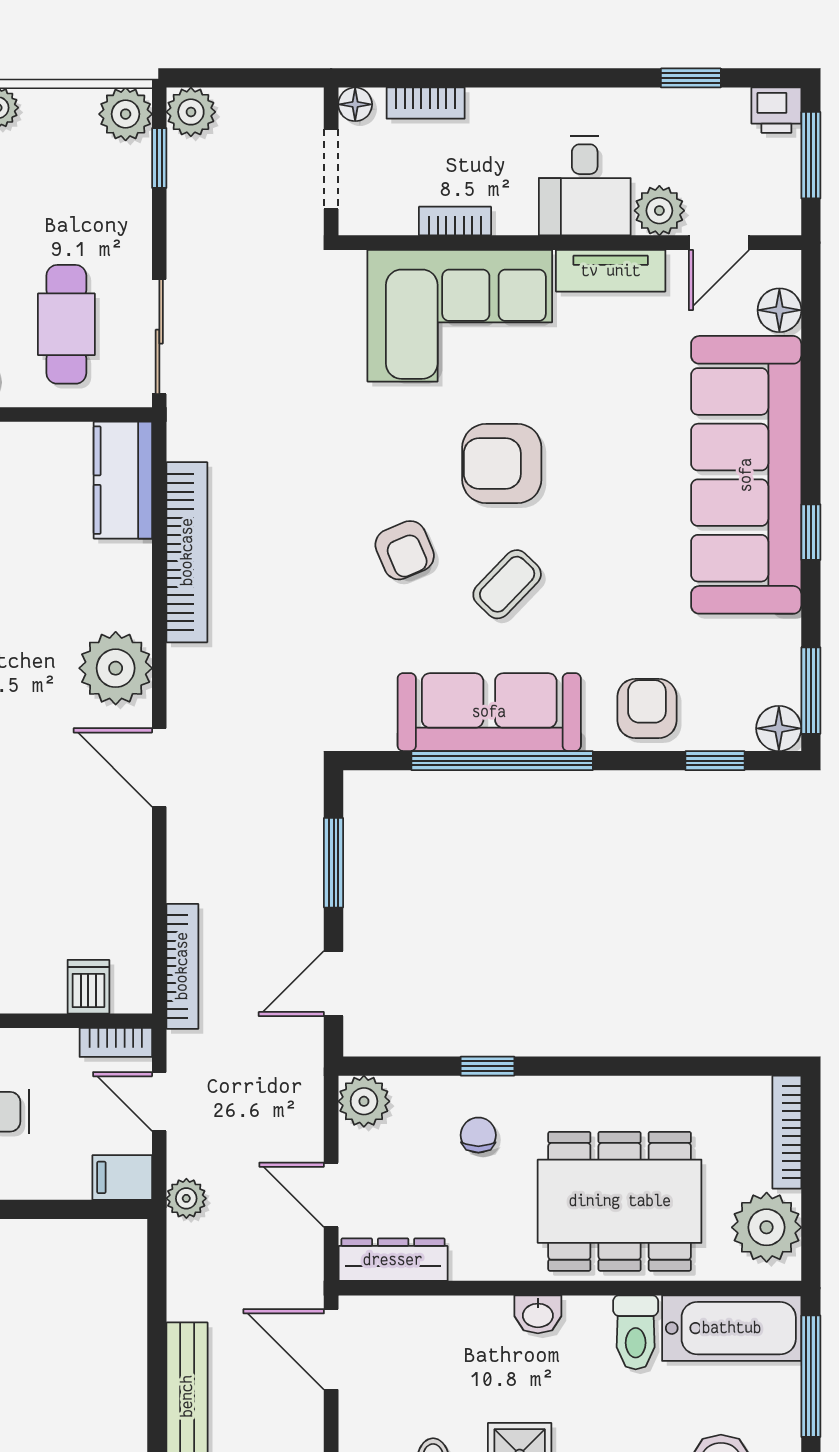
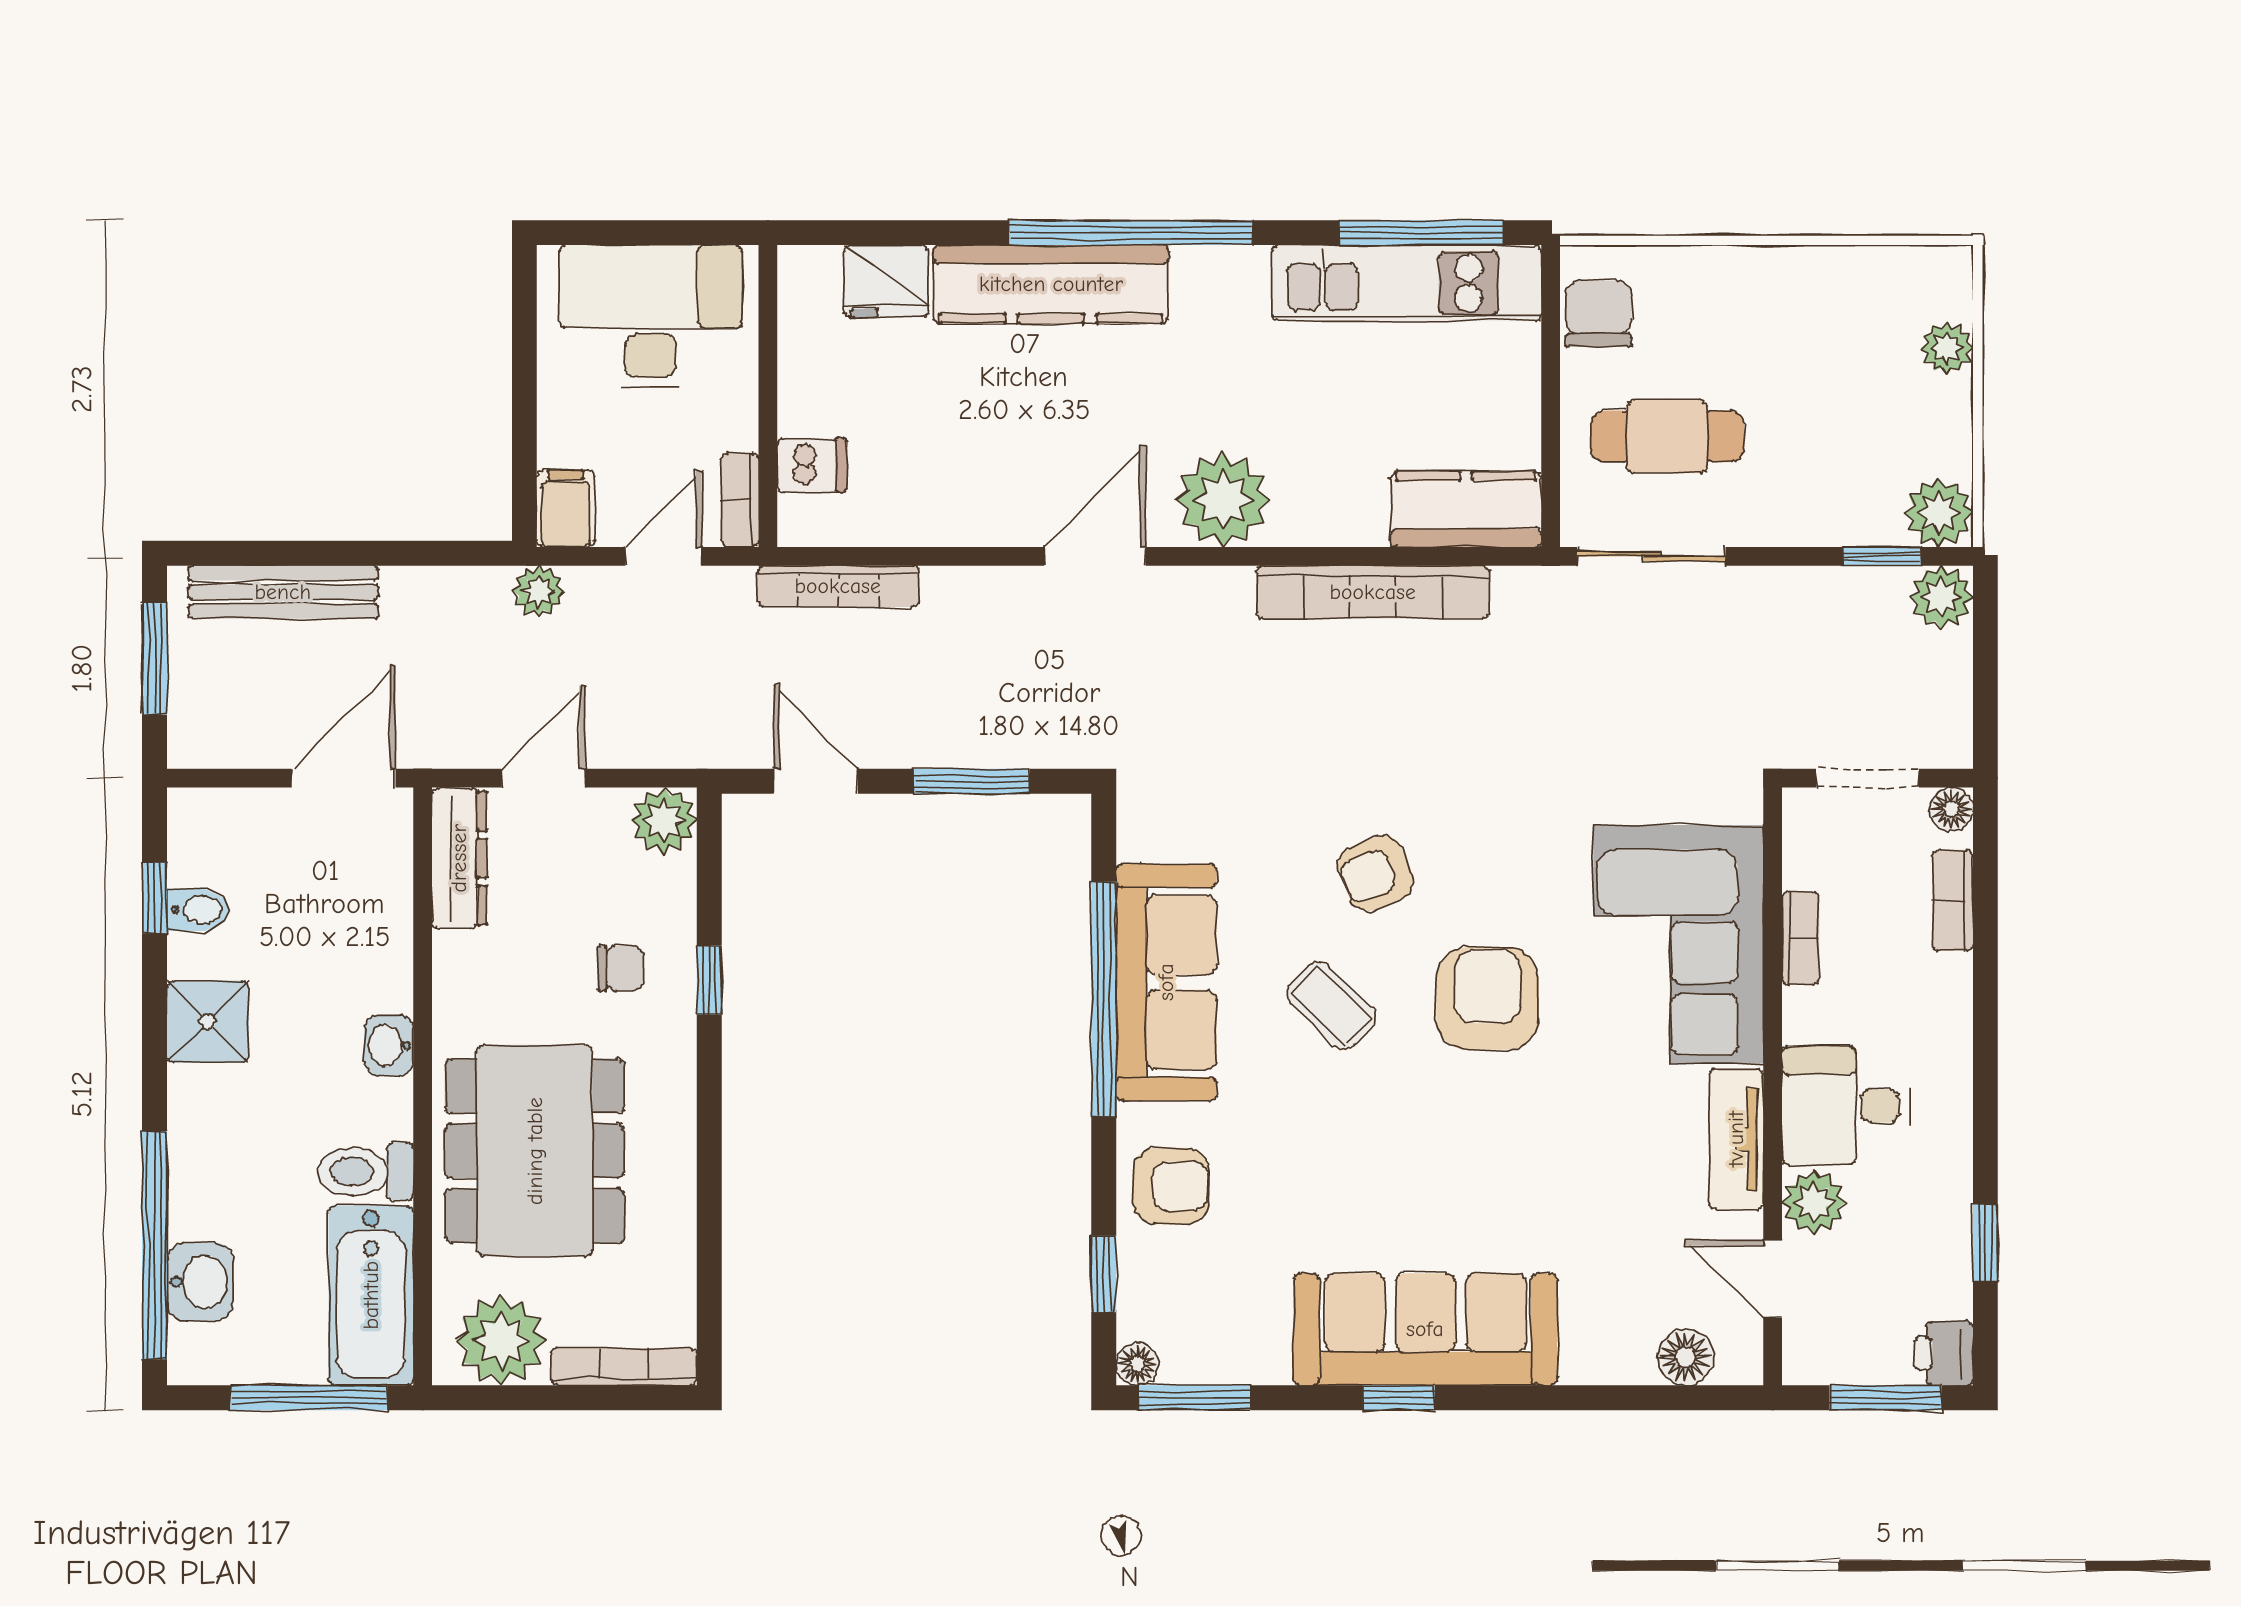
sofa: (746, 475) -> (1425, 1329), width x0.74, depth x0.79
floor lamp: (779, 728) -> (1137, 1364), width x0.73, depth x0.73

